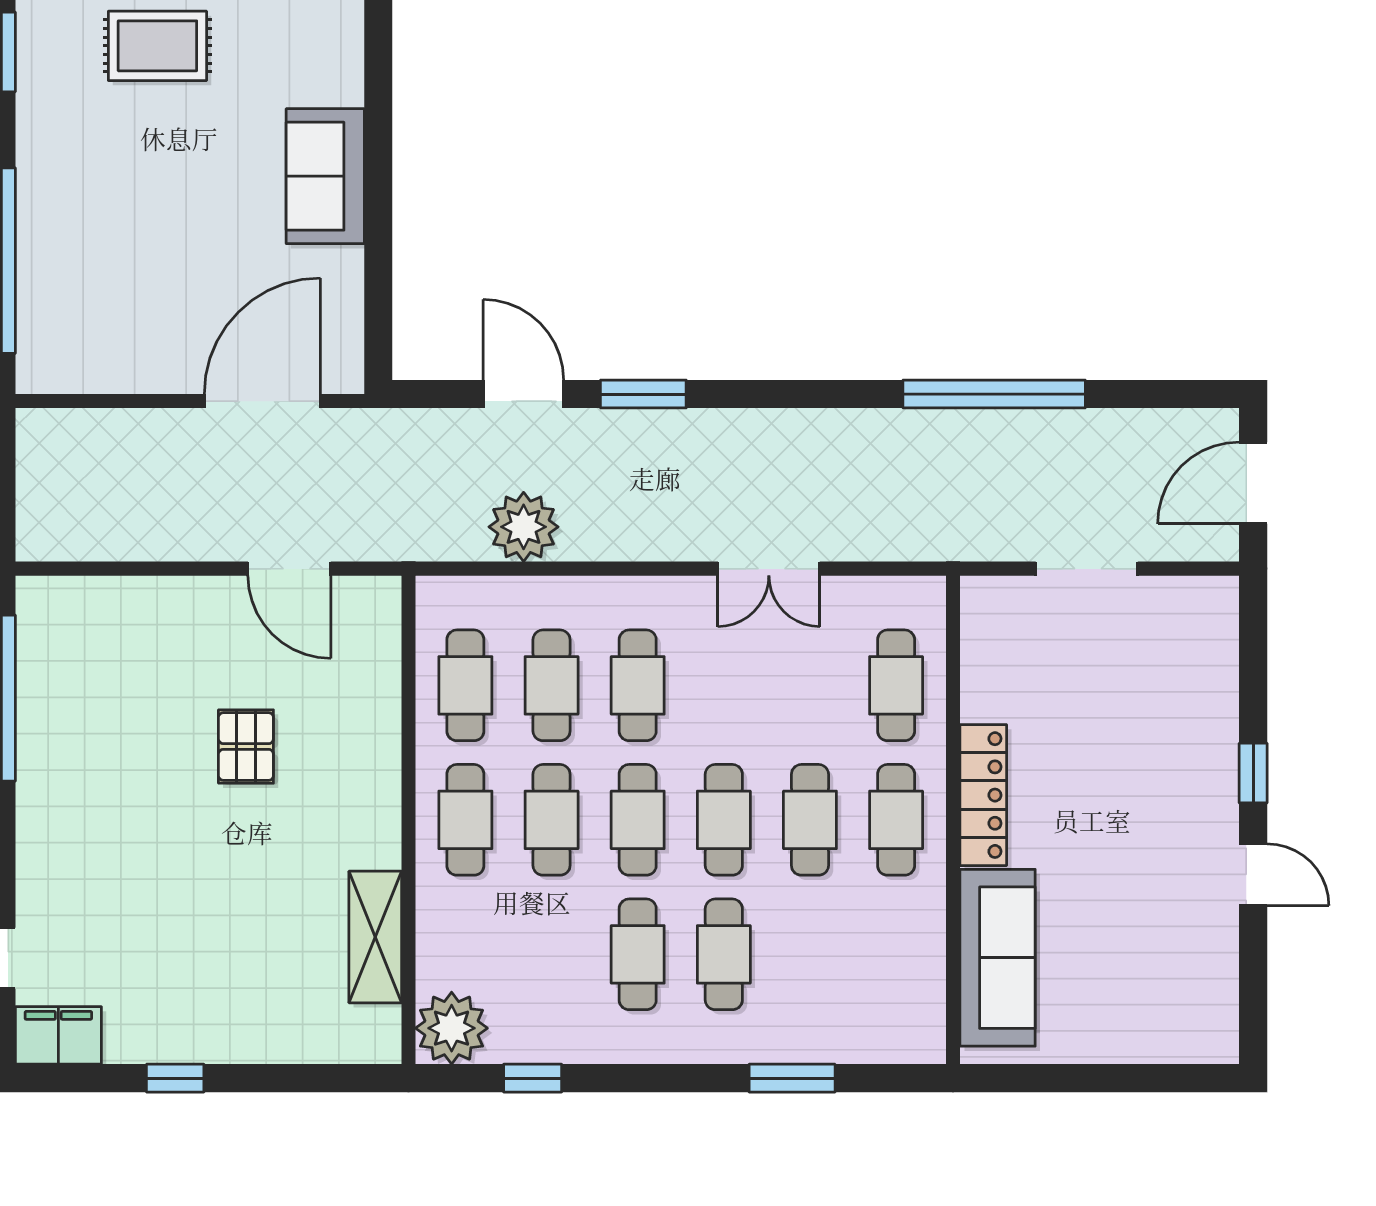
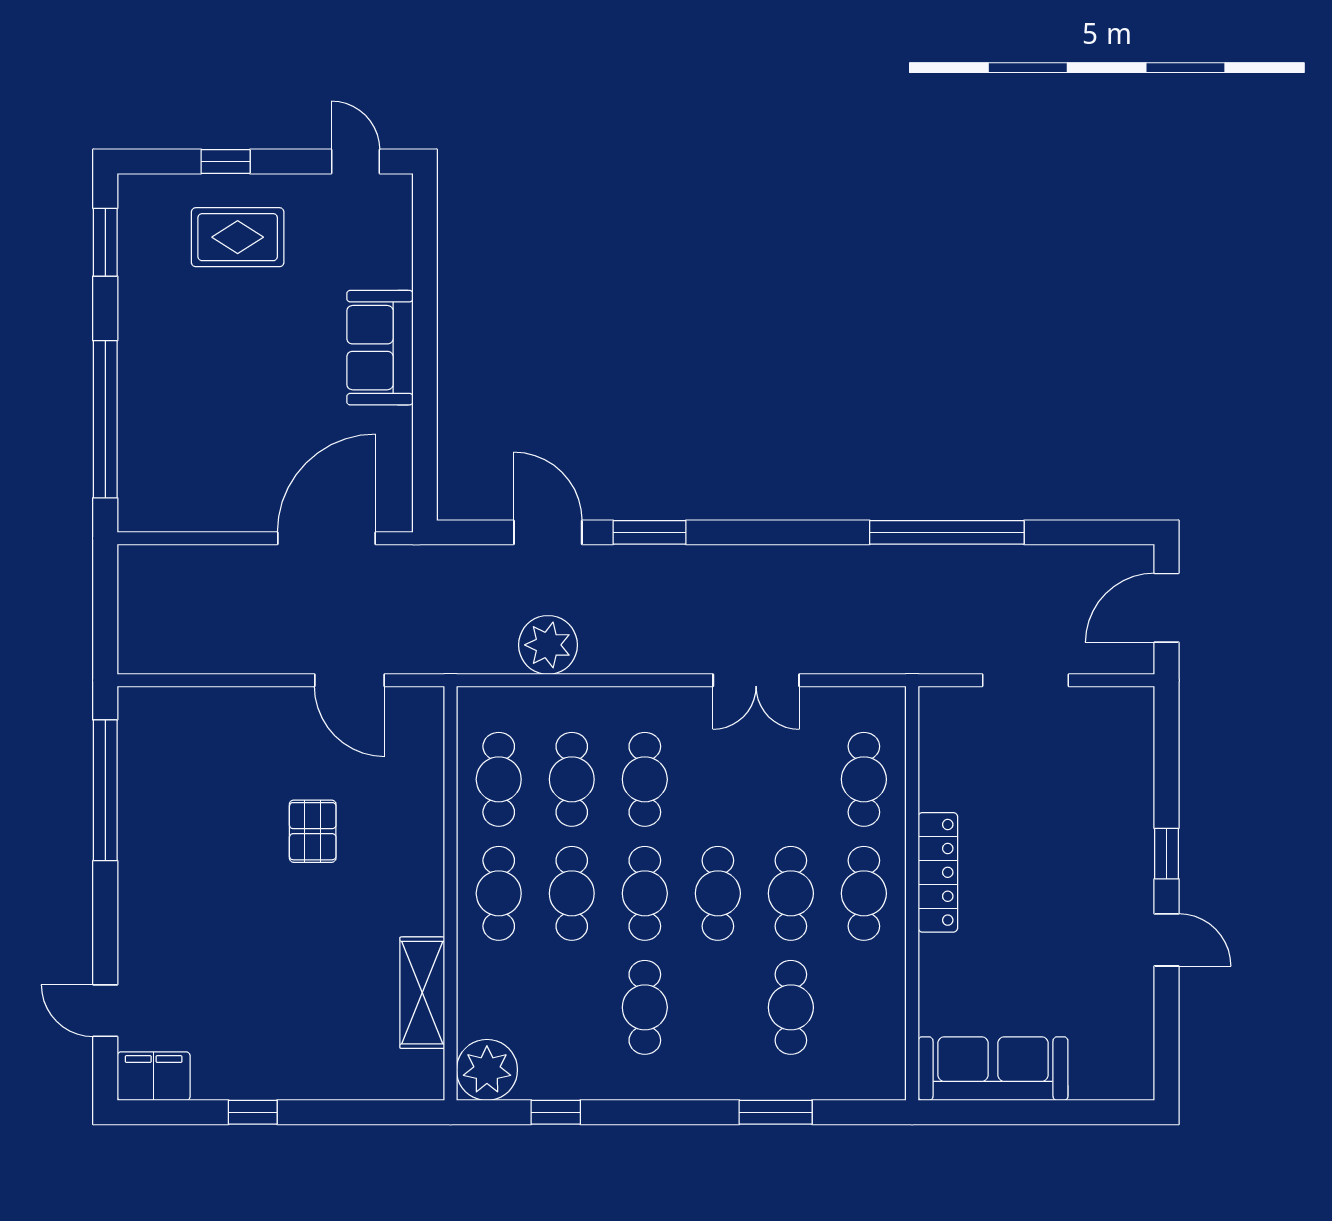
cafe table: (724, 954) -> (791, 1007), moved
sofa: (998, 958) -> (993, 1069), moved, turned -90

